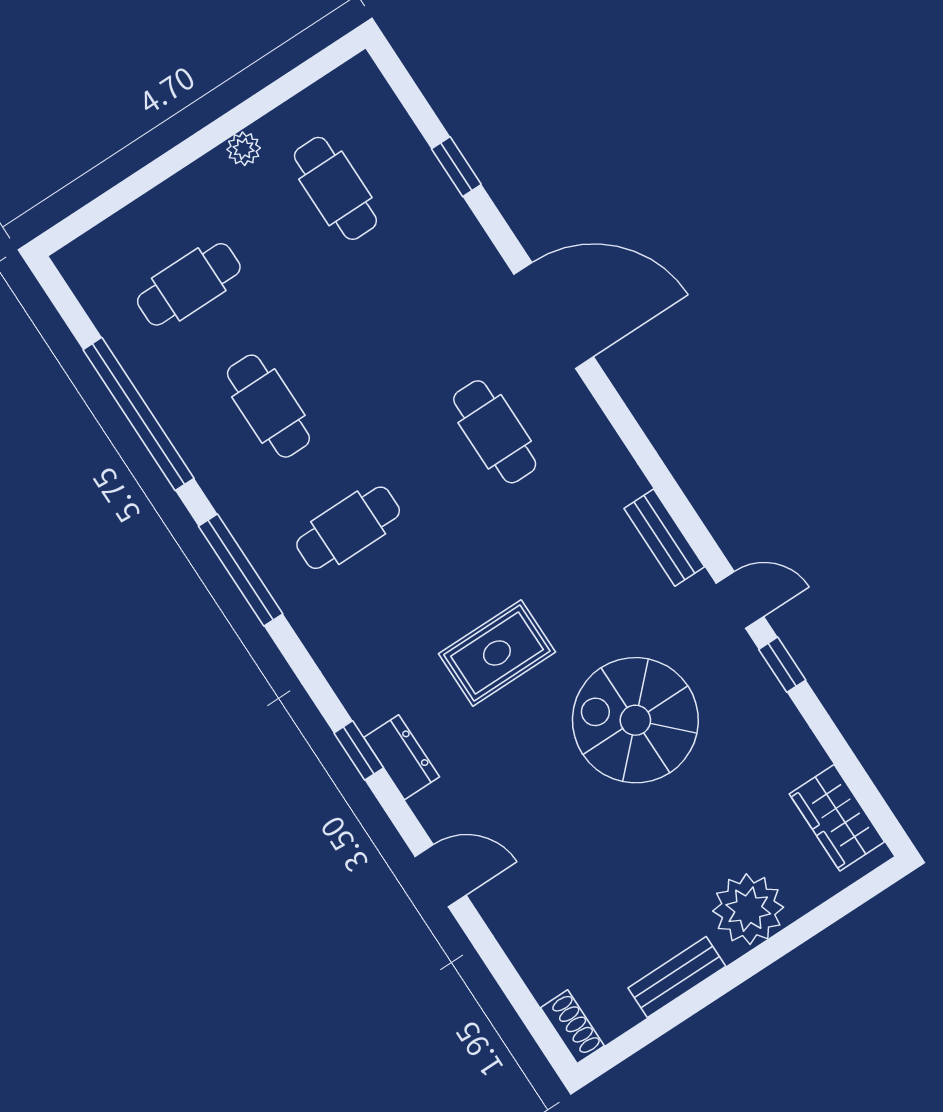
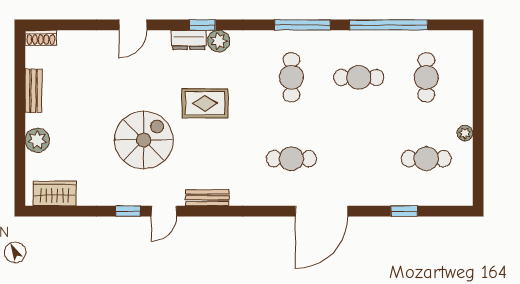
rug: (497, 653) -> (205, 103), turned 90
plant: (369, 702) -> (219, 41), added
plant: (748, 909) -> (37, 140), width x0.73, depth x0.73

